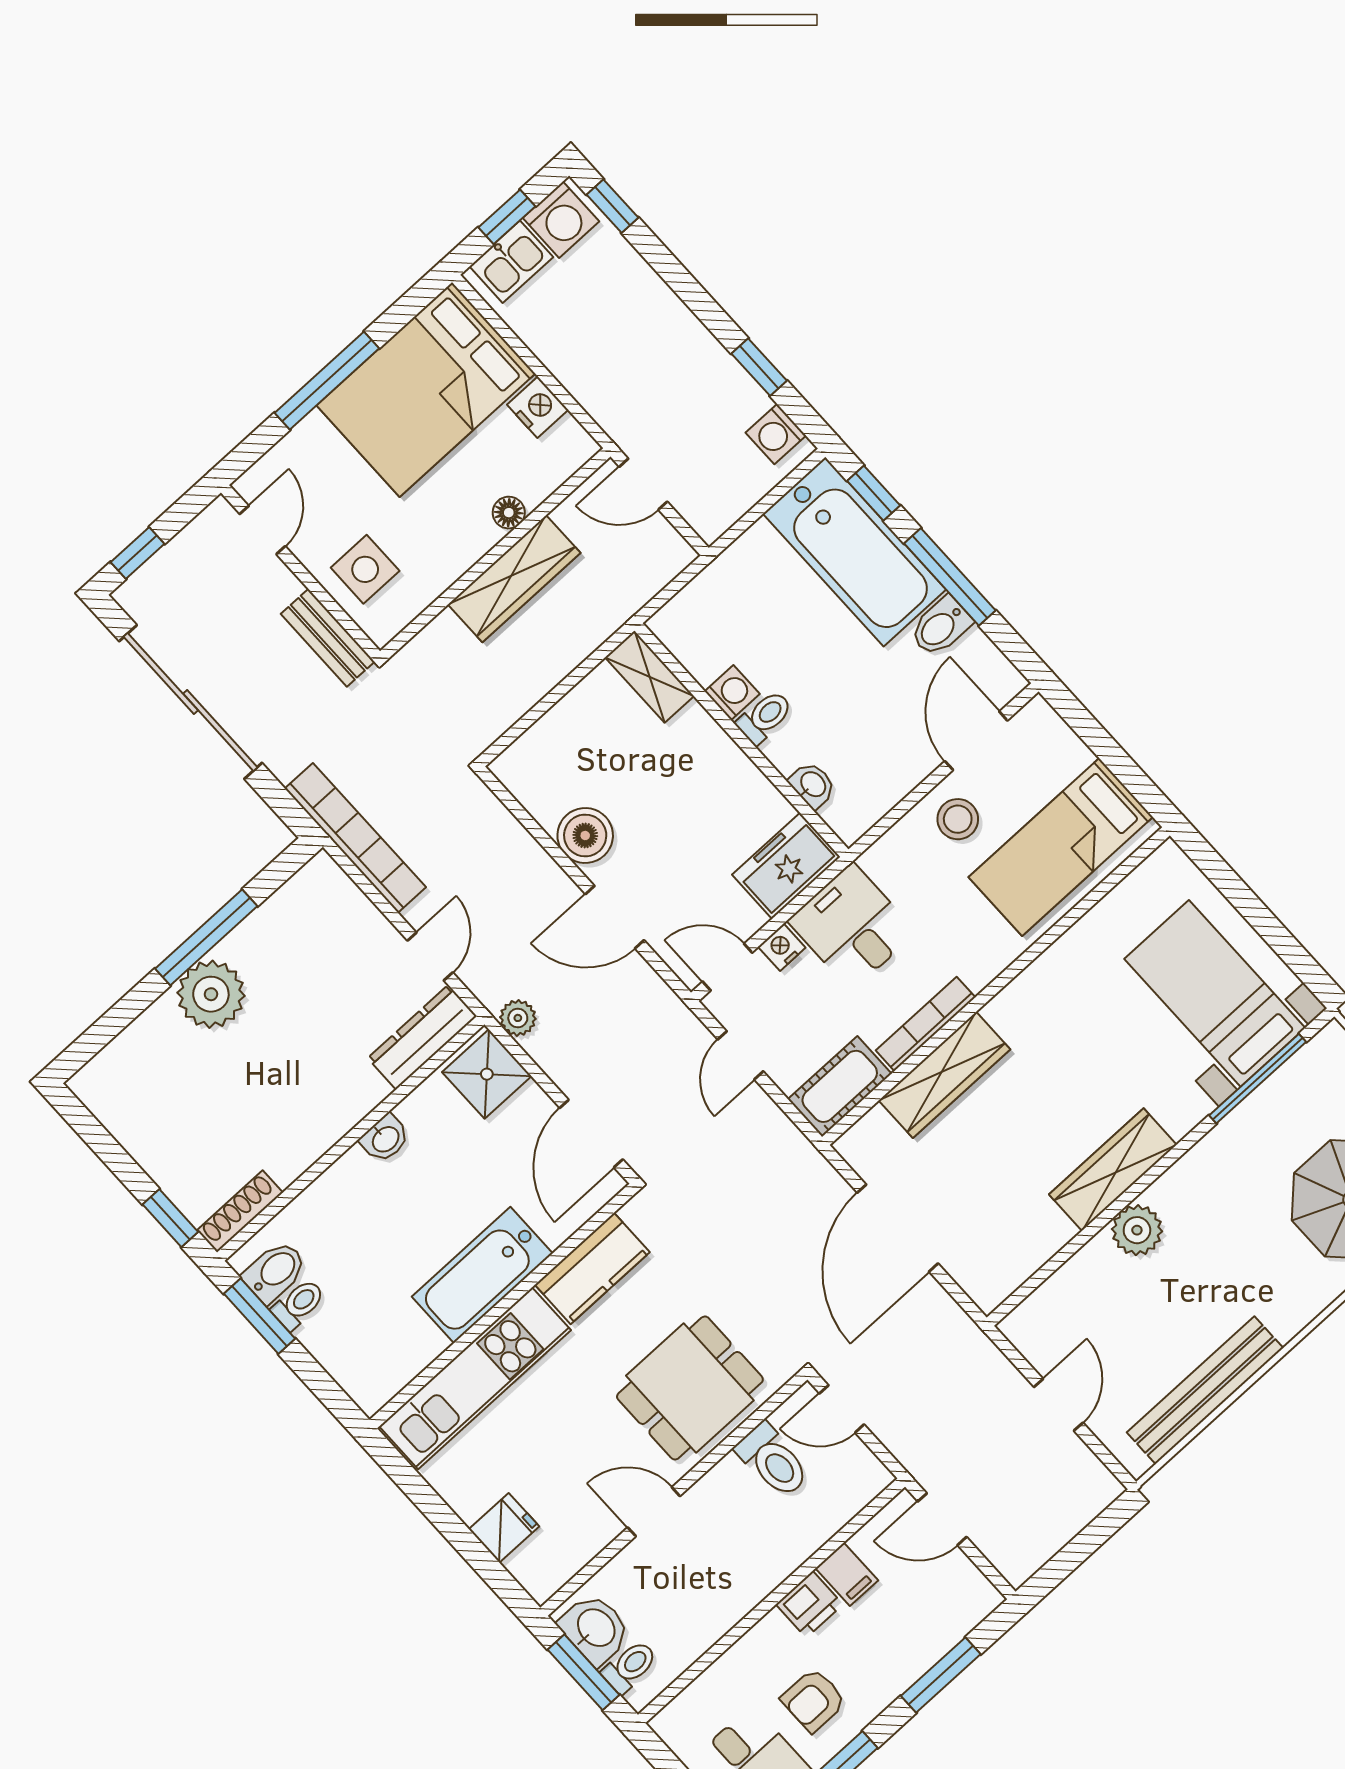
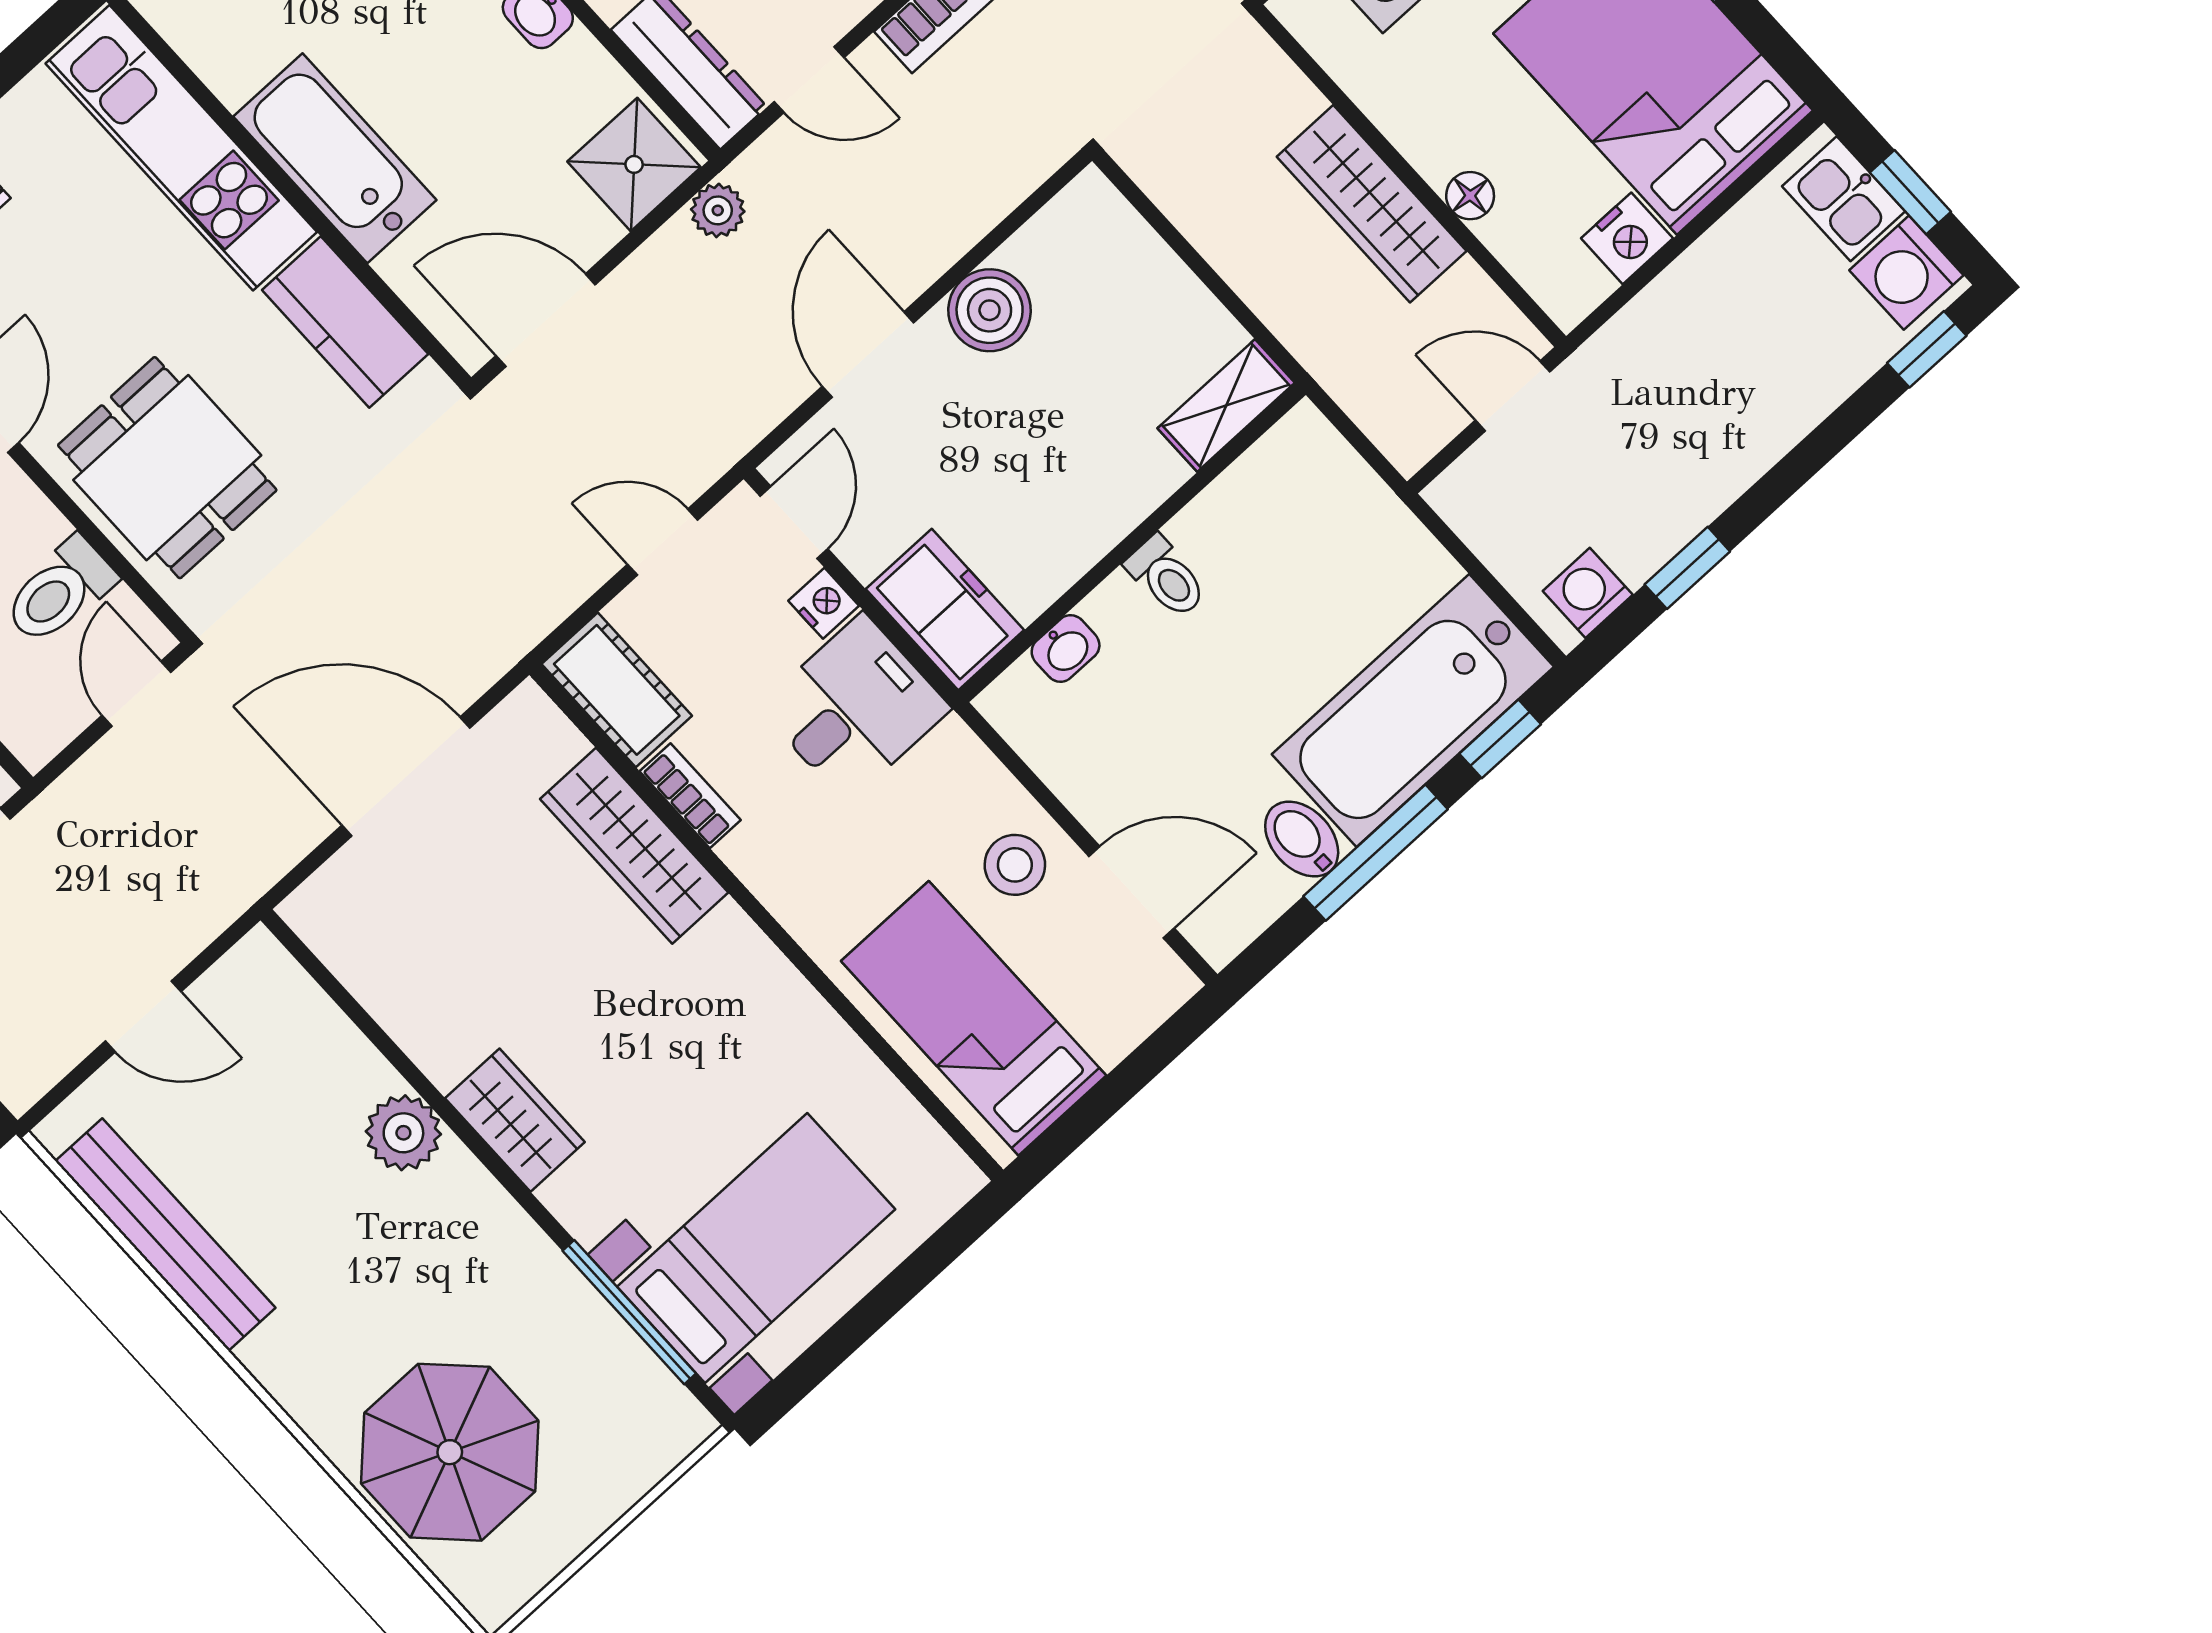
door: (643, 484) -> (1513, 396), hinge flipped
washing machine: (732, 693) -> (1203, 529), removed
bookcase: (926, 1024) -> (690, 796), width x0.64
wardrobe: (1113, 1170) -> (515, 1120), width x0.67

